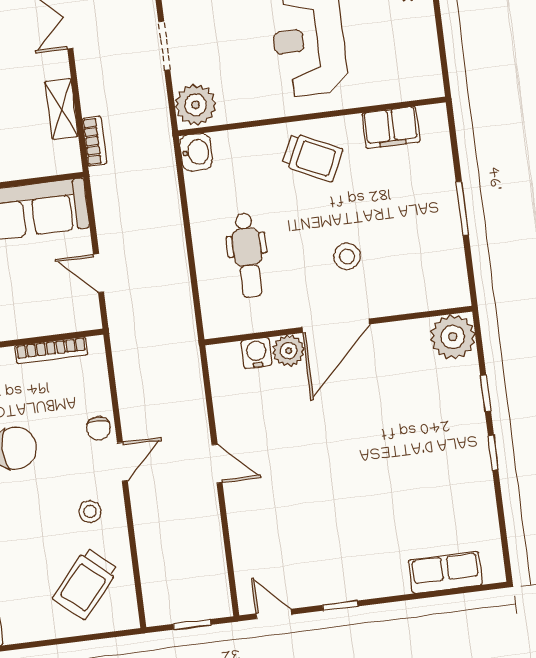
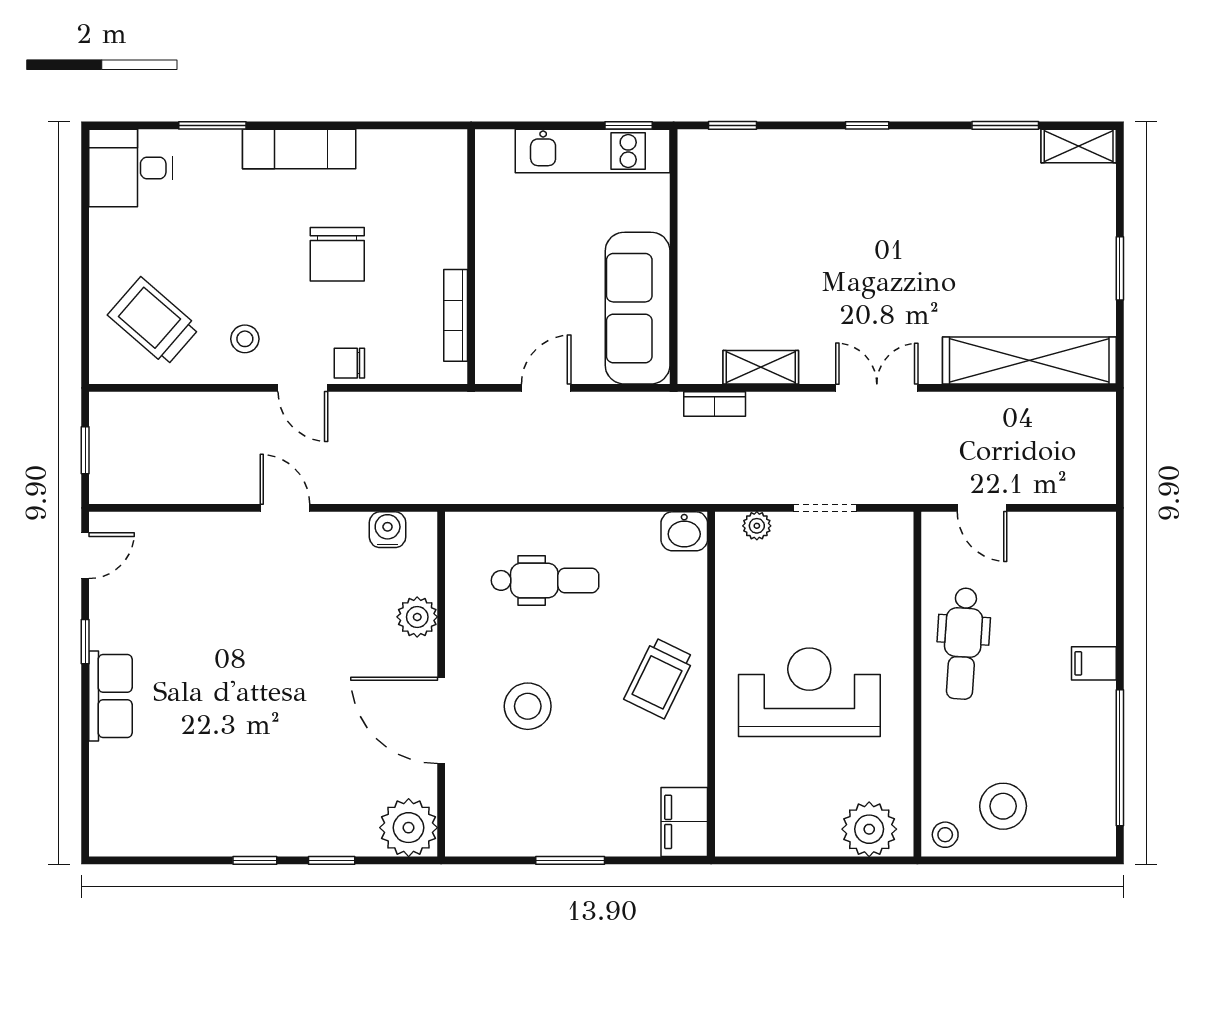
plant: (196, 105) -> (757, 526), width x0.53, depth x0.53
filing cabinet: (391, 127) -> (684, 822), moved
dental chair: (248, 255) -> (545, 580), turned 180
stool: (347, 256) -> (528, 706), width x1.38, depth x1.38
door: (336, 326) -> (441, 720), moved
water cooler: (256, 353) -> (388, 530), moved, turned -90
door: (217, 464) -> (285, 508), swing flipped
row of seats: (446, 572) -> (110, 696), moved

